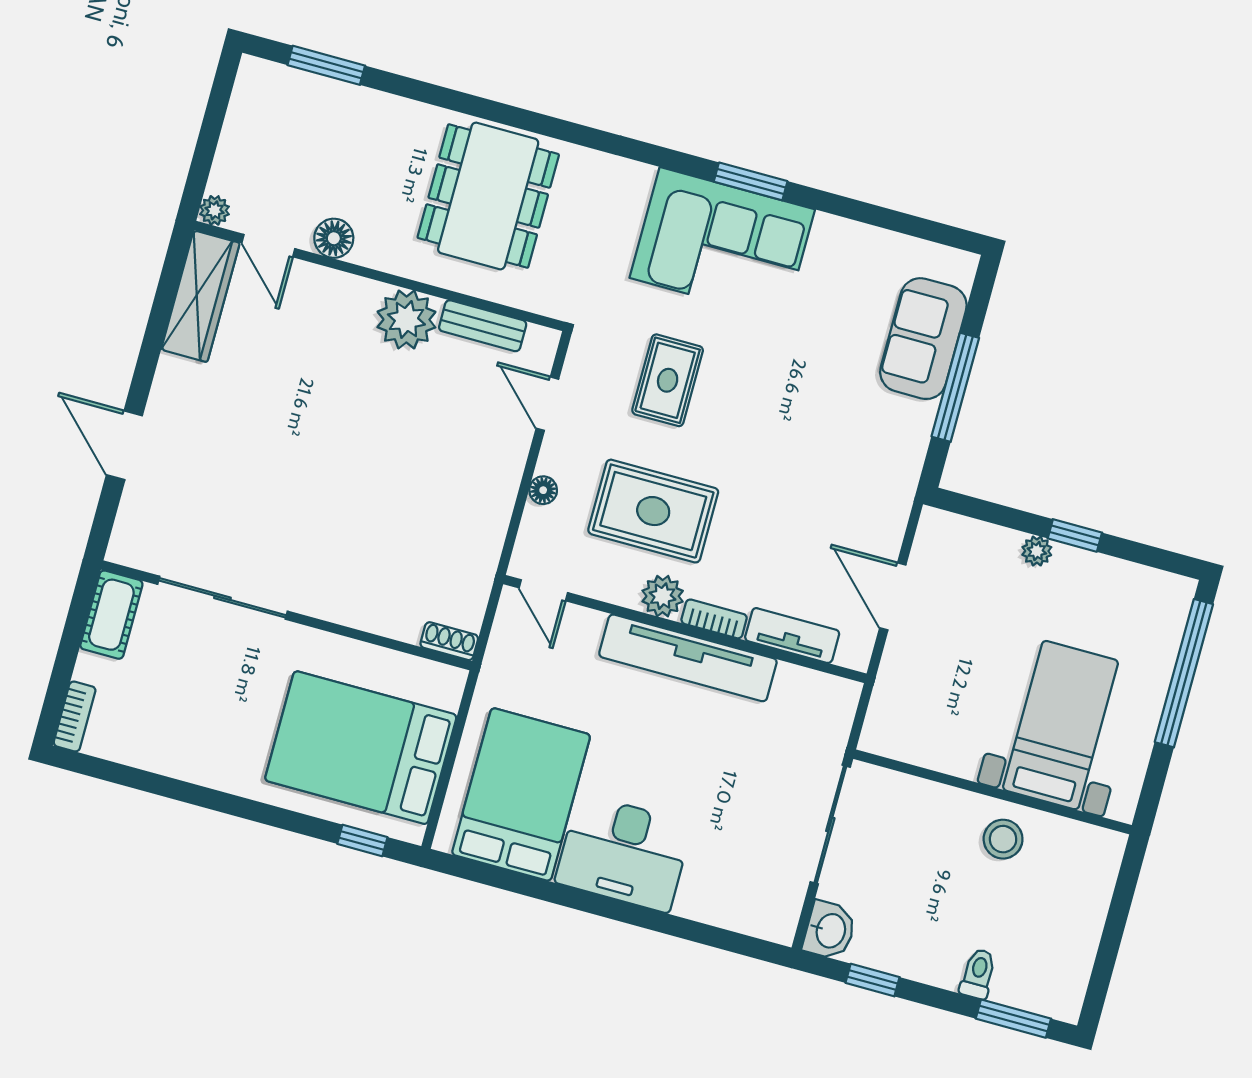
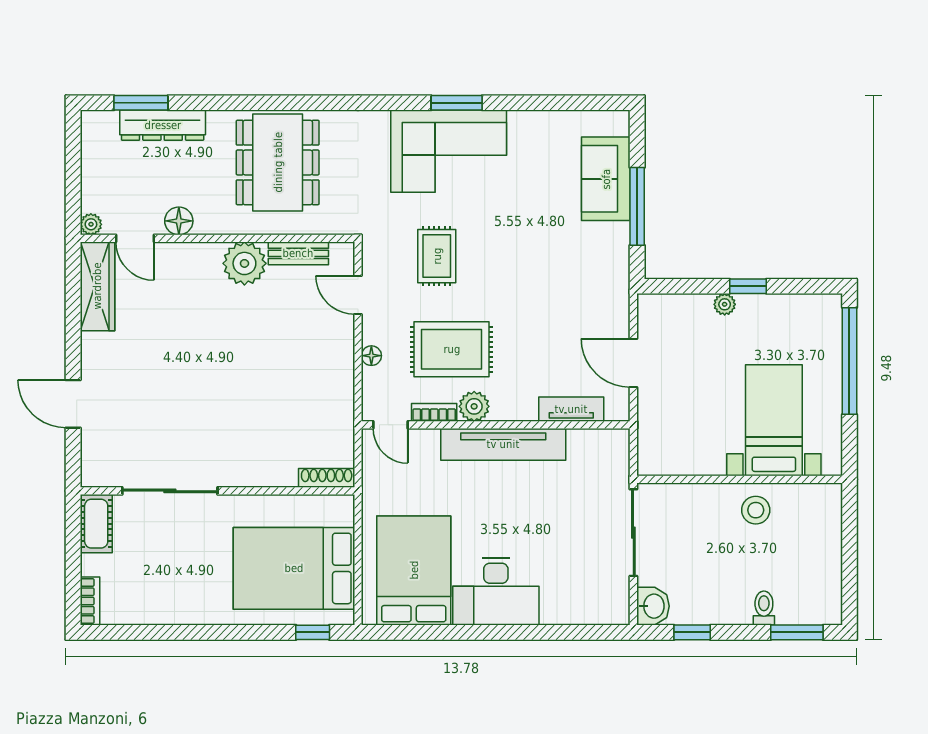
dresser: (347, 103) -> (163, 125), added
bookcase: (714, 619) -> (434, 412), moved
shoe rack: (449, 641) -> (327, 478), width x1.43

